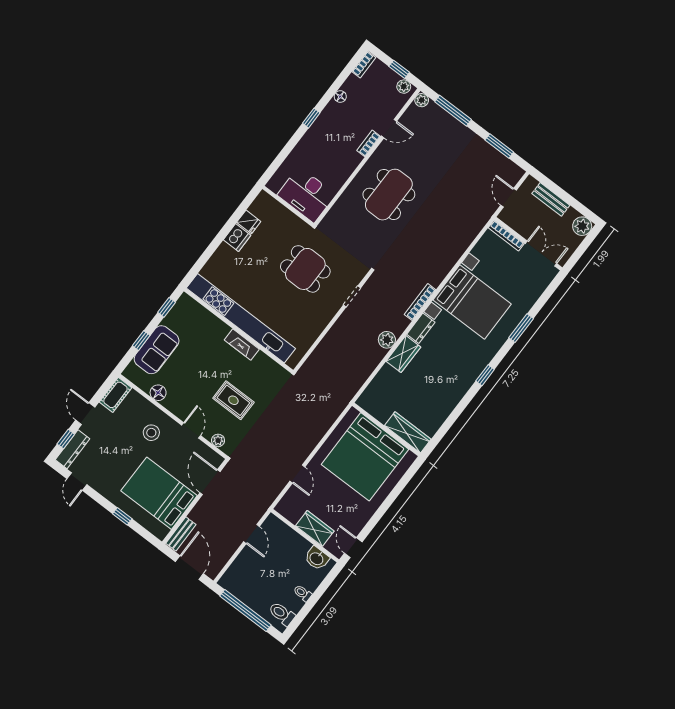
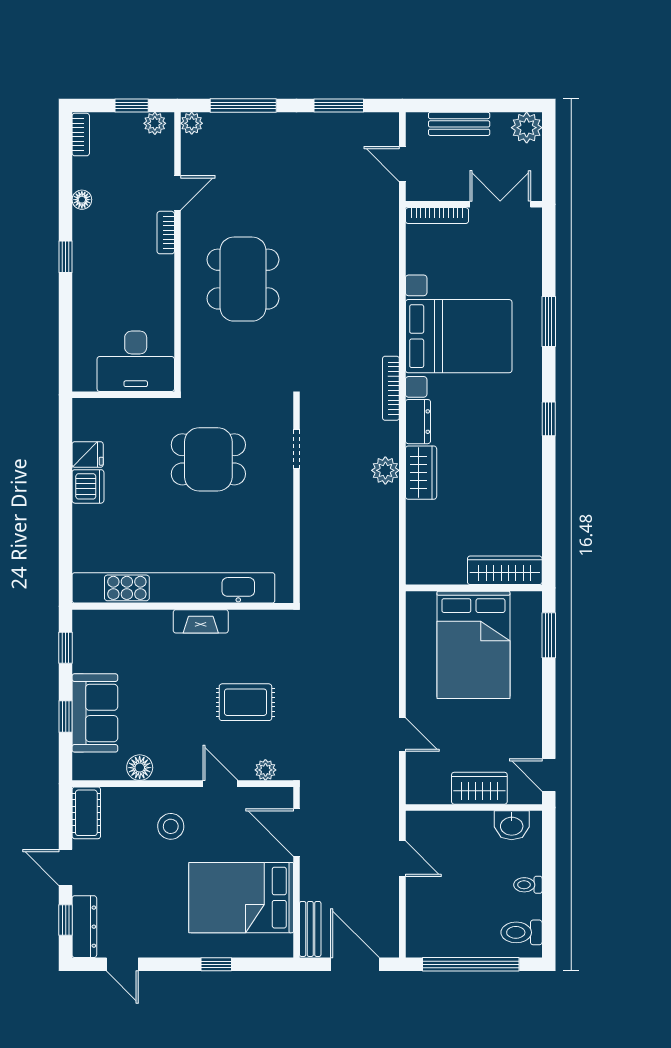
bed: (365, 457) -> (473, 645), width x0.73
window: (405, 480) -> (549, 635), added

